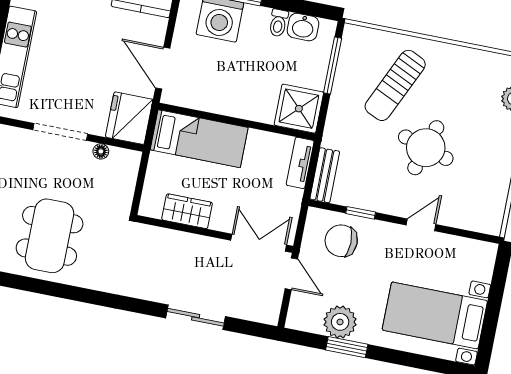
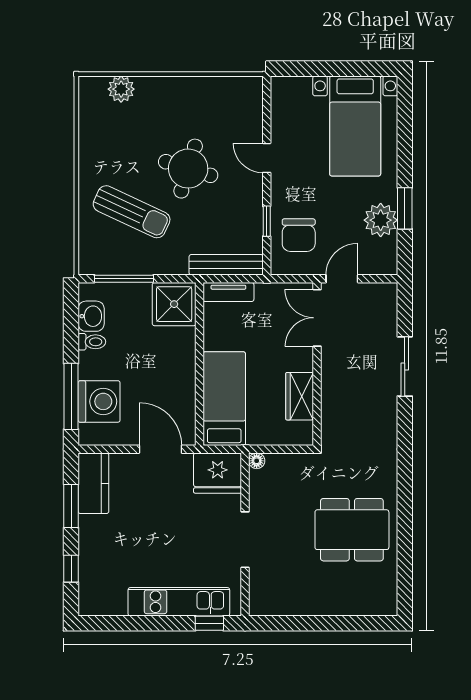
door: (163, 68) -> (160, 449), swing flipped
floor lamp: (101, 151) -> (257, 461), moved
bench: (325, 175) -> (226, 265), width x1.36

